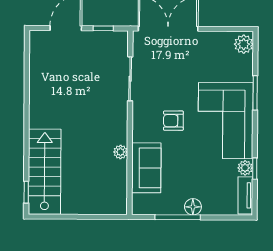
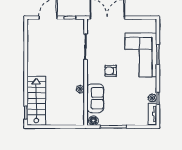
plant: (244, 44) -> (151, 26), removed
corner sofa: (226, 121) -> (141, 55), moved
floor lamp: (193, 207) -> (93, 121), moved

